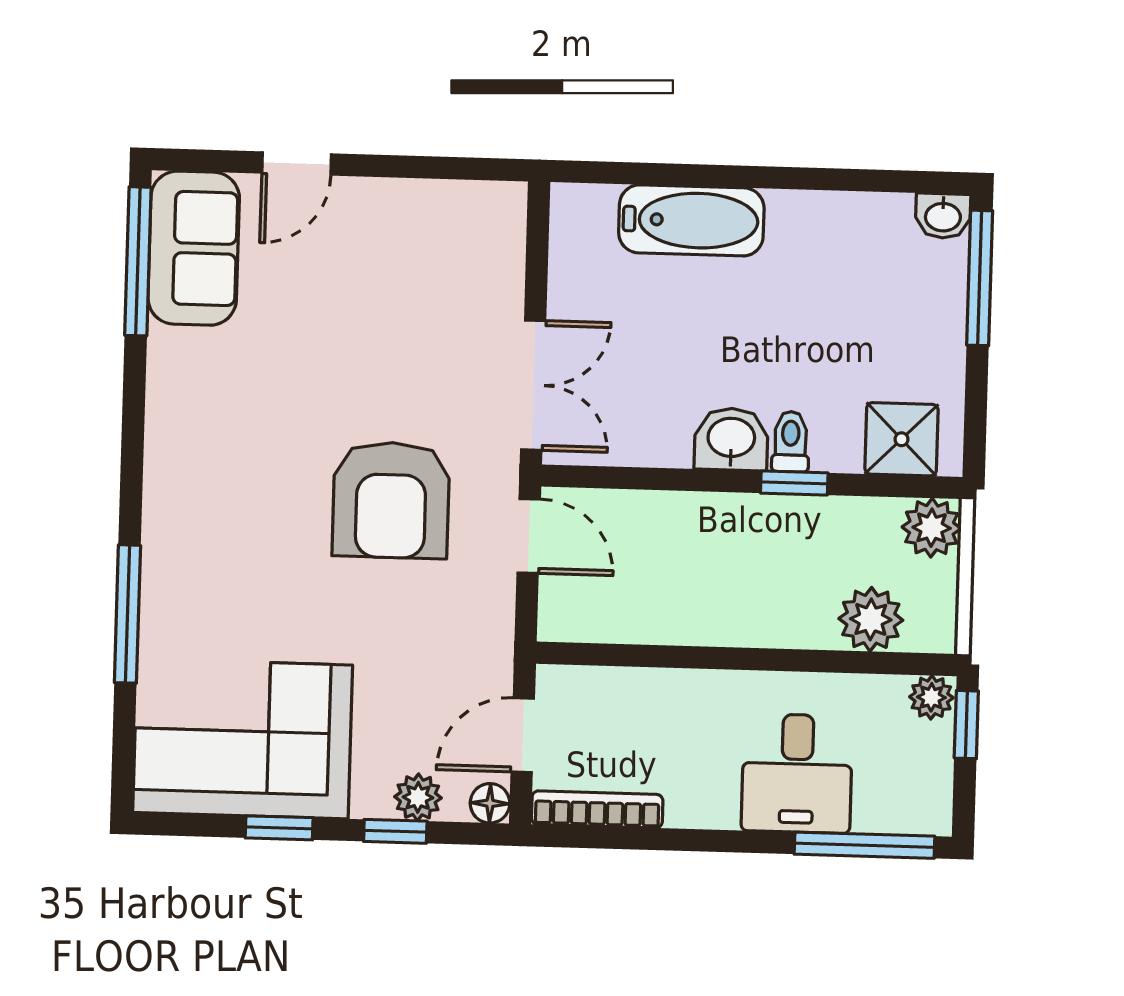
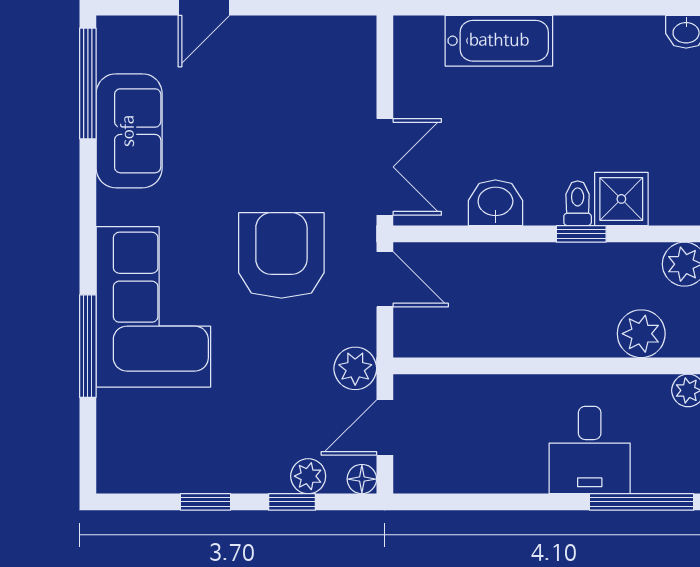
sofa: (194, 248) -> (129, 131), moved
washbasin: (731, 439) -> (495, 203), moved
shower: (901, 439) -> (621, 199), moved
armchair: (391, 500) -> (281, 255), turned 180
plant: (486, 655) -> (355, 368), added
corner sofa: (243, 739) -> (153, 307), moved, turned 90
bookcase: (597, 809) -> (442, 481), removed

